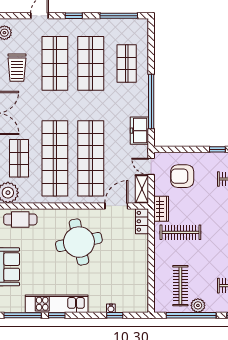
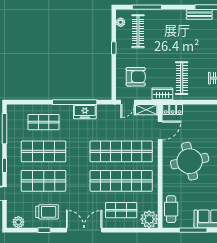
freezer: (139, 131) -> (85, 112), moved
armchair: (182, 176) -> (136, 77), turned -90
door: (116, 206) -> (160, 130), swing flipped

